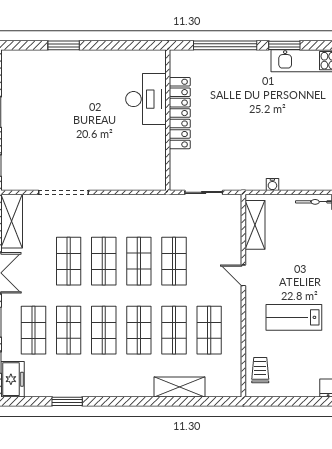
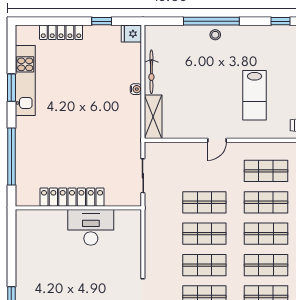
window: (284, 45) -> (11, 88), moved
desk: (146, 99) -> (91, 227), moved
water cooler: (272, 185) -> (136, 89), moved
shelving: (255, 225) -> (153, 117), moved, turned 90

